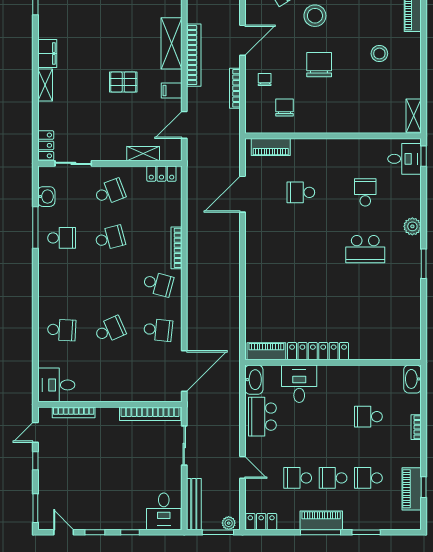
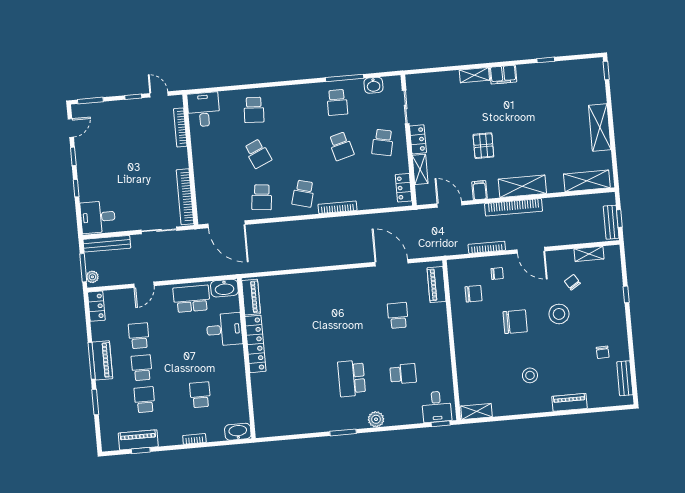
locker: (46, 145) -> (418, 139), moved, turned -90
school desk: (110, 192) -> (383, 142), turned 33

